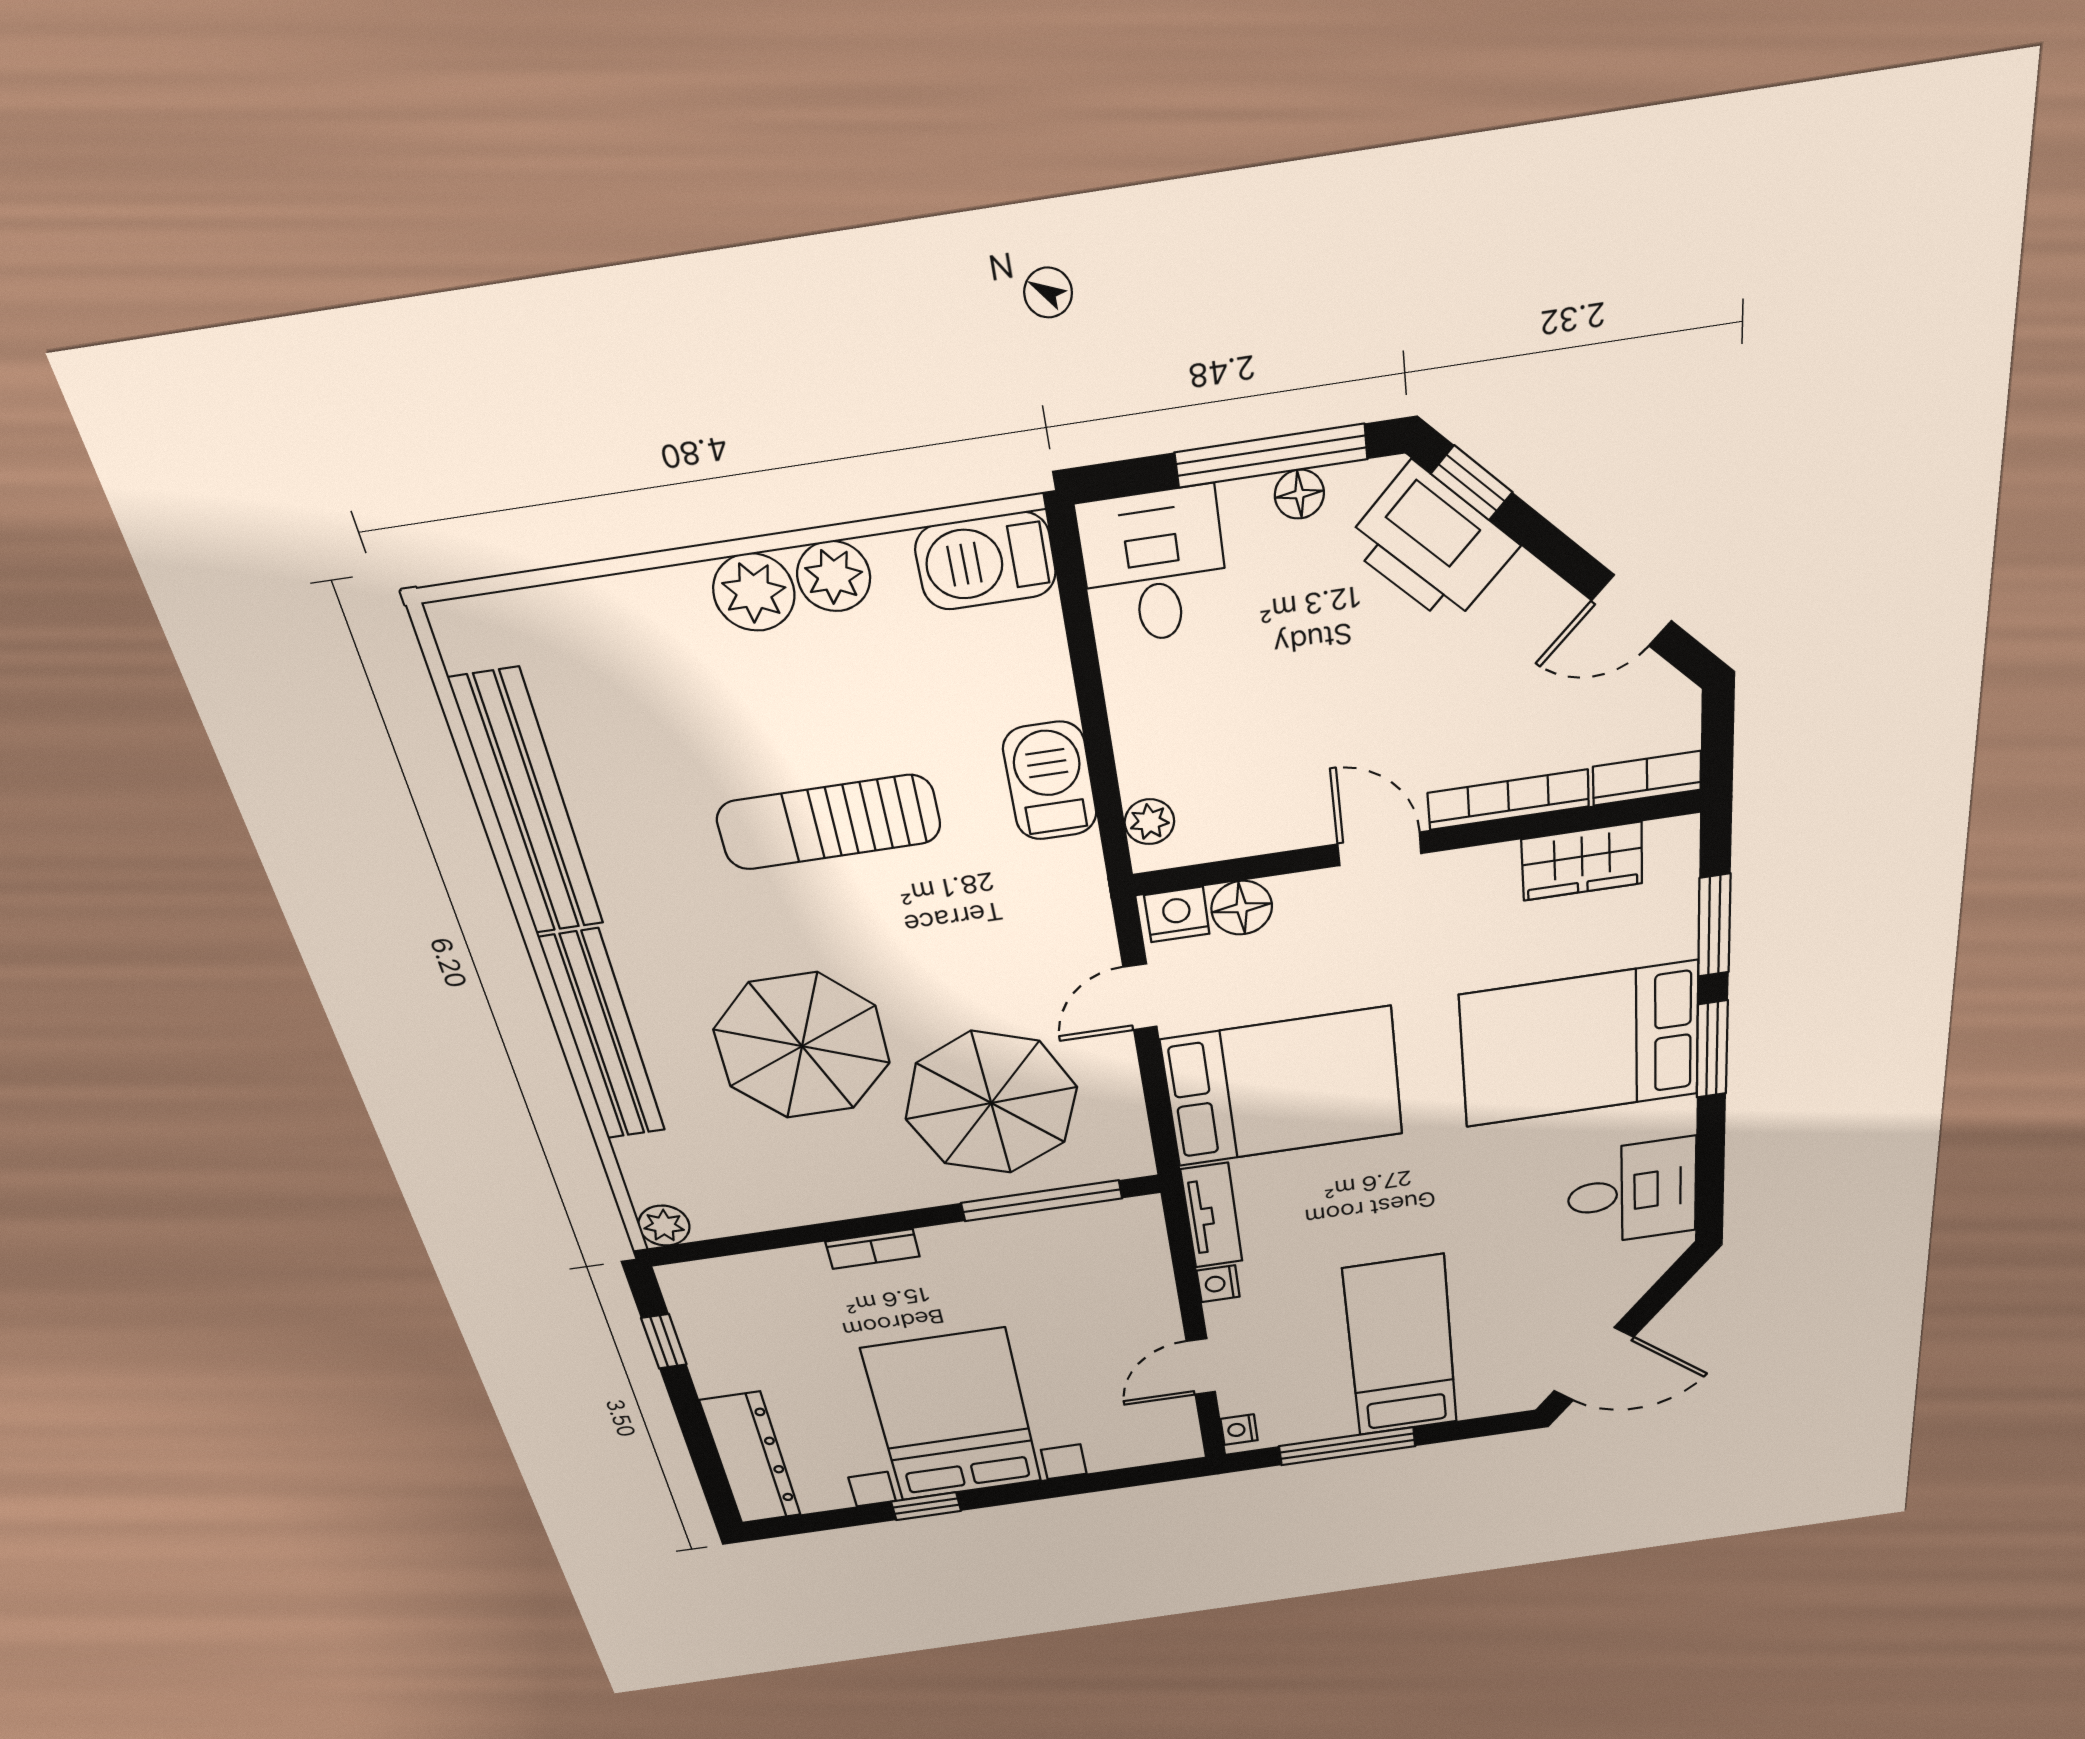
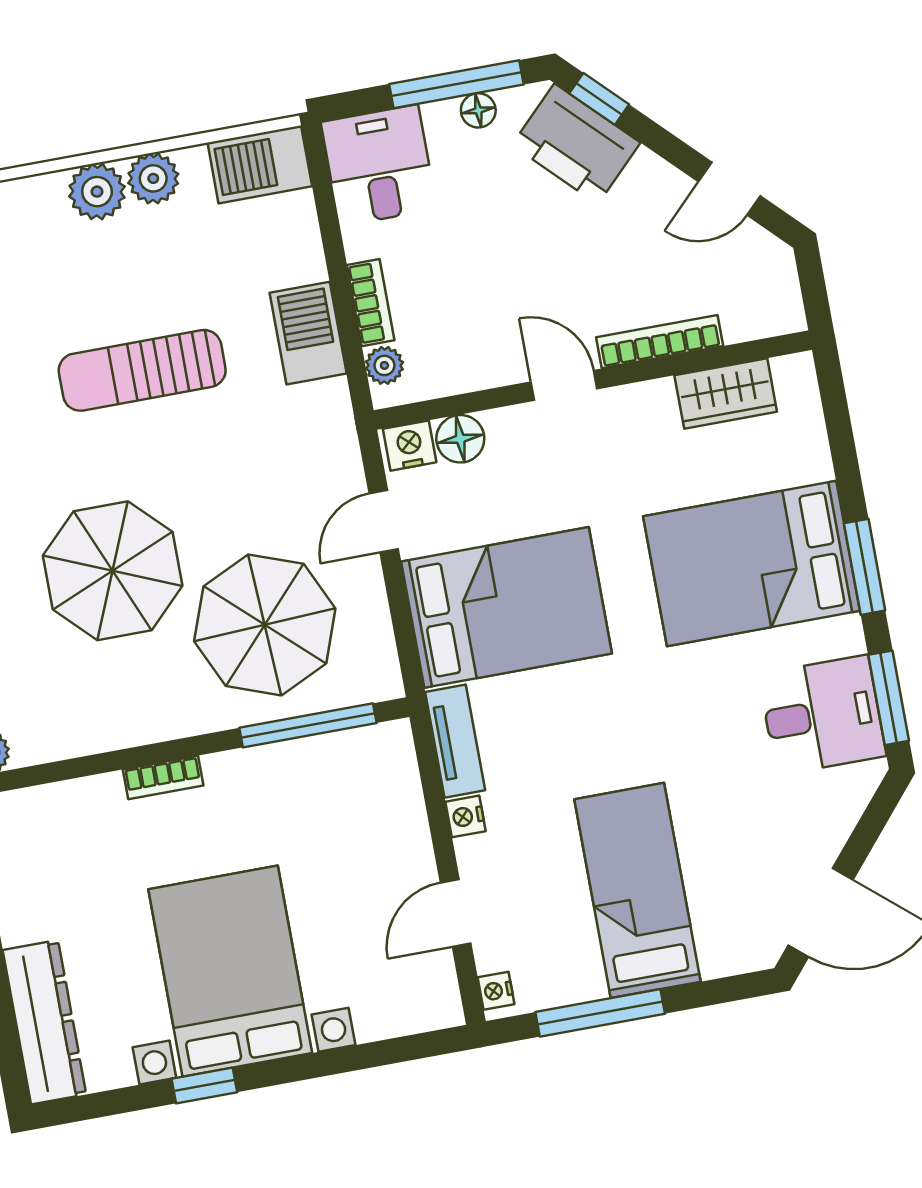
bookcase: (1647, 778) -> (371, 303), moved, turned 90
window: (1714, 926) -> (889, 698), moved

